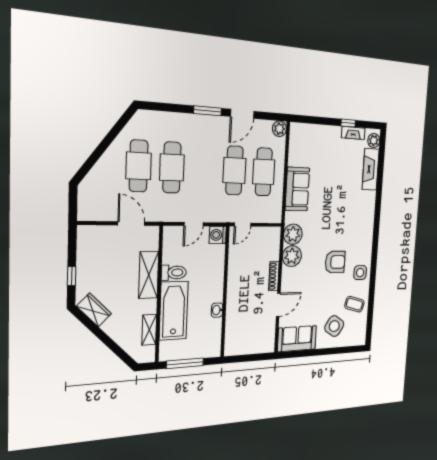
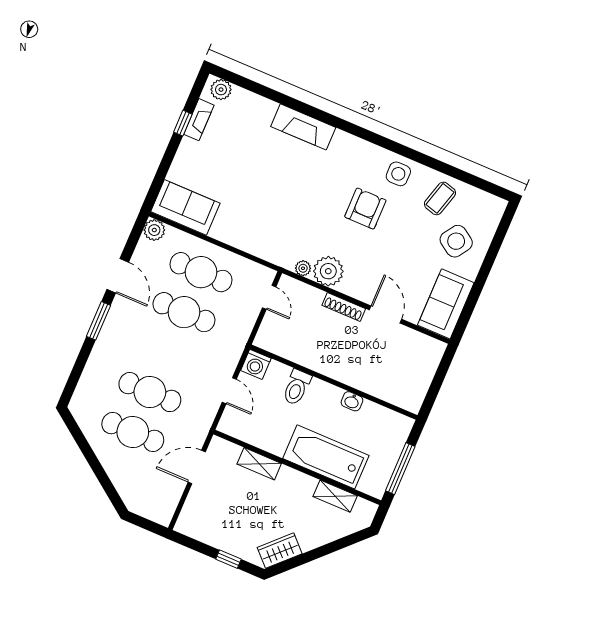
fireplace: (371, 169) -> (303, 127), moved
sofa: (297, 189) -> (185, 207), moved
door: (243, 225) -> (269, 297), moved
plant: (293, 234) -> (303, 268), width x0.53, depth x0.53
toilet: (174, 273) -> (297, 387), moved, turned 180
shelving: (149, 275) -> (259, 464), width x0.67, depth x0.75

